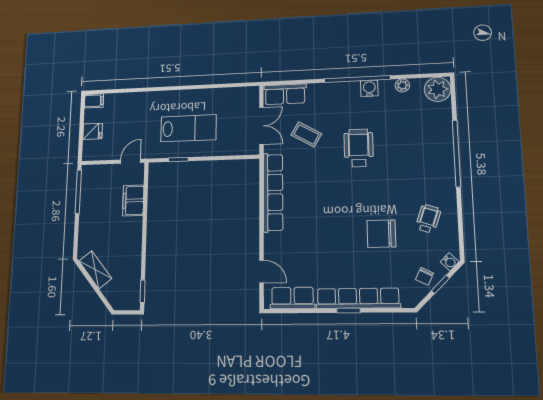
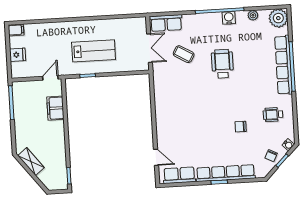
row of seats: (273, 192) -> (283, 65), moved, turned 180
wheelchair: (428, 219) -> (273, 115), turned -109
chair: (381, 234) -> (241, 127), width x0.54, depth x0.54

